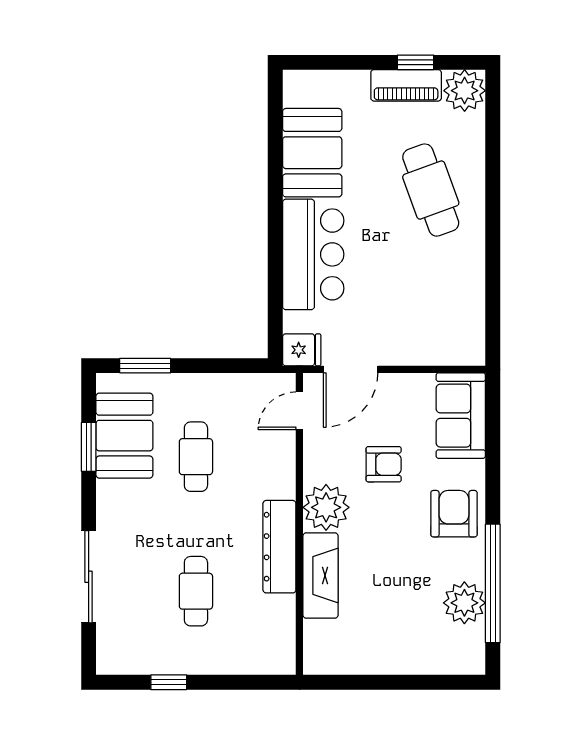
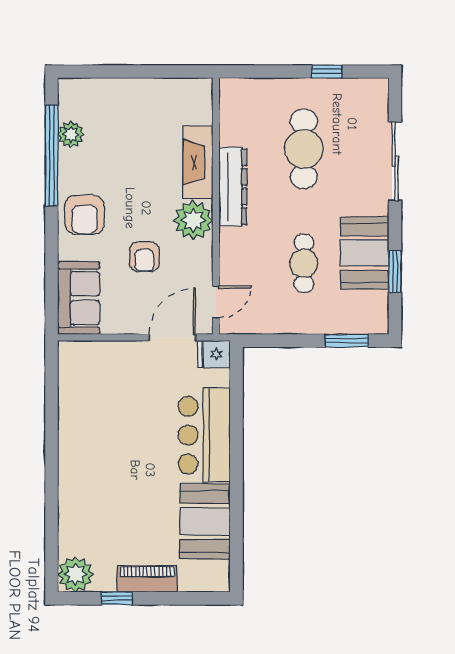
piano: (406, 85) -> (147, 579), moved
cafe table: (431, 190) -> (104, 490), removed
booth: (124, 436) -> (365, 253), moved
armchair: (384, 464) -> (144, 257), turned -90
cafe table: (196, 591) -> (304, 149), width x1.37, depth x1.35
plant: (464, 603) -> (71, 134), width x0.73, depth x0.73

